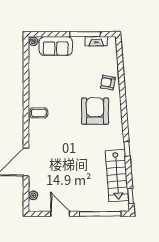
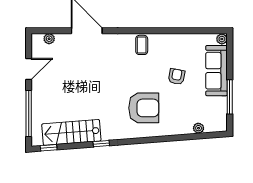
fireplace: (96, 41) -> (222, 109), removed
sofa: (56, 46) -> (217, 71), width x1.36
plant: (113, 62) -> (199, 128), added
armchair: (108, 83) -> (177, 77), moved

